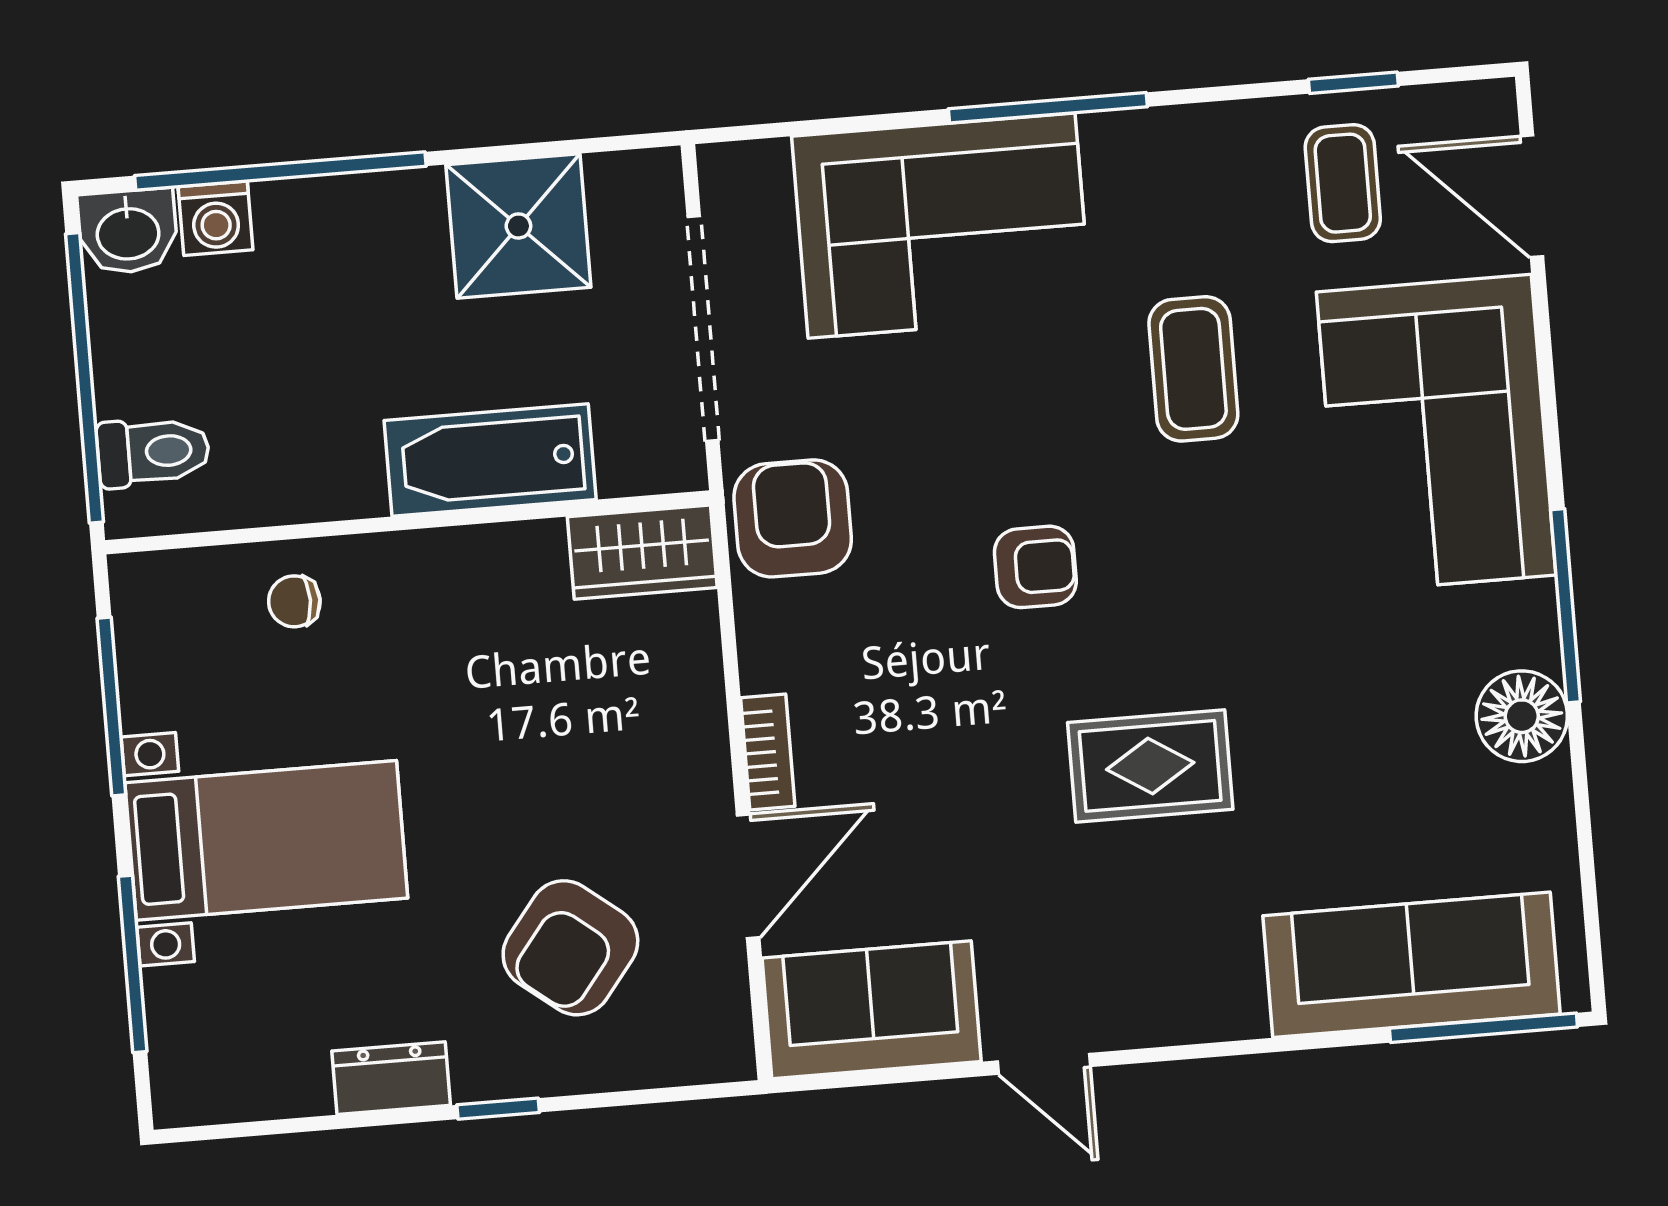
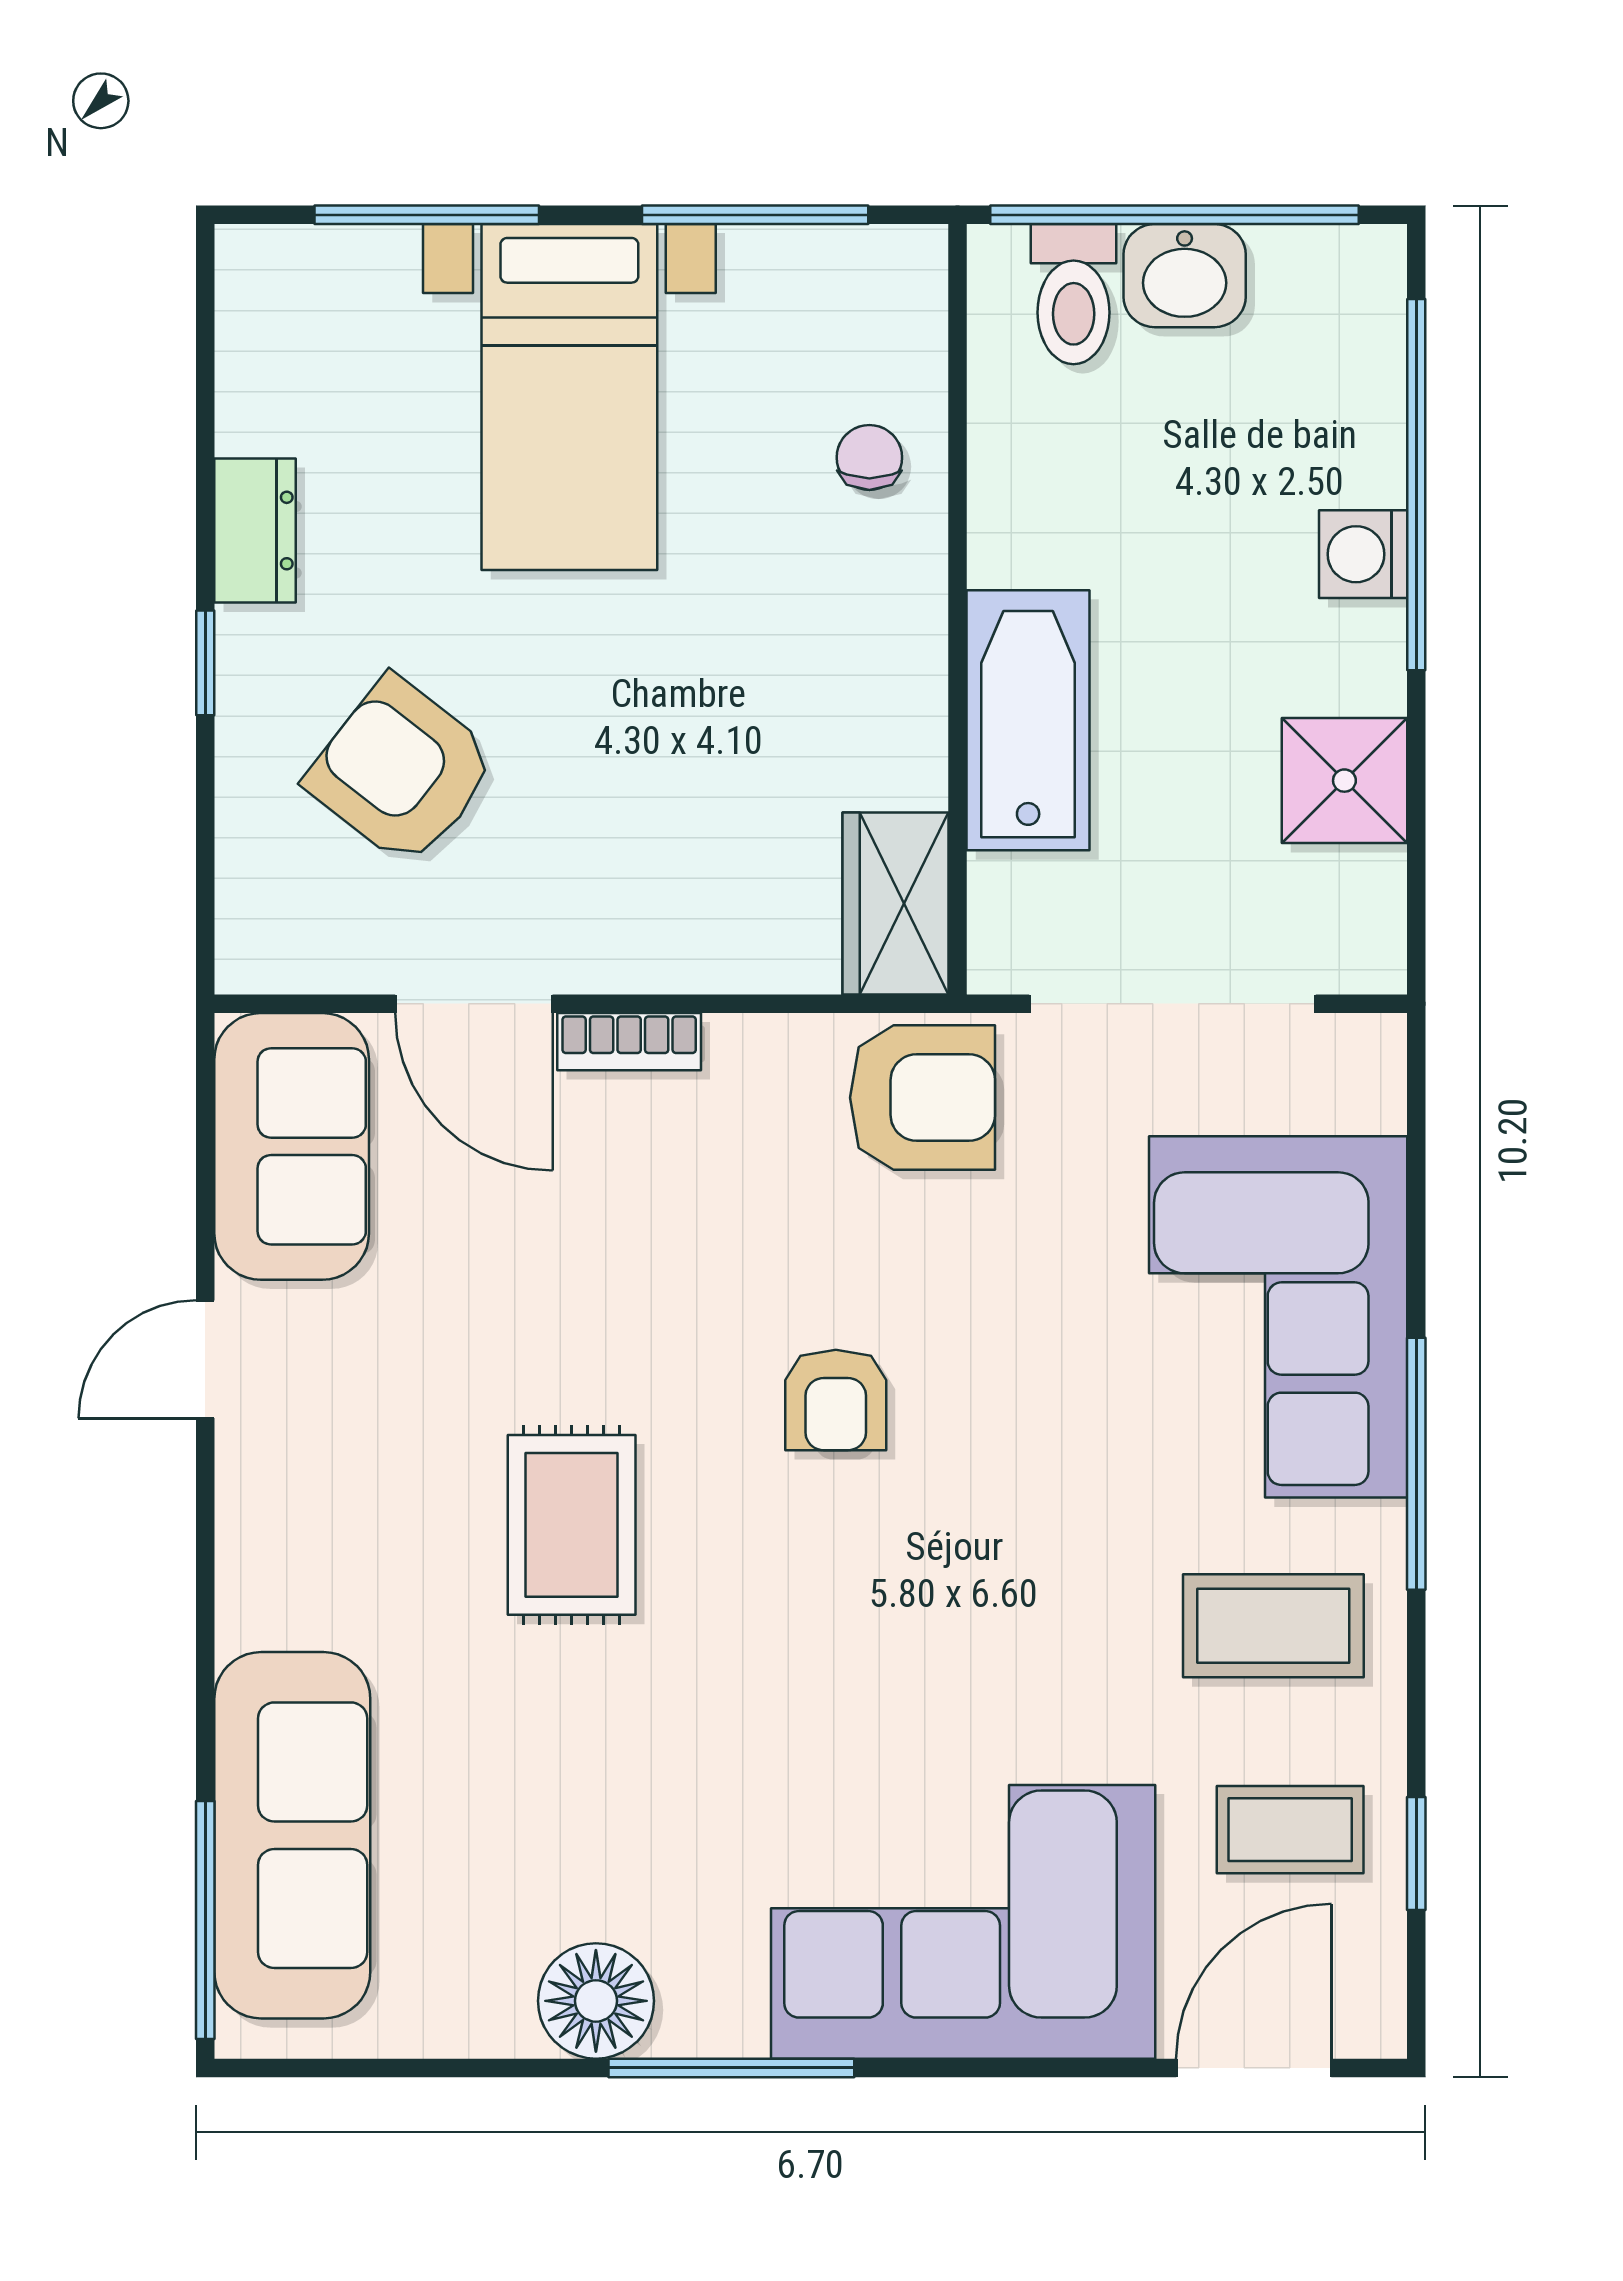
washing machine: (215, 218) -> (1363, 554), moved
shower: (518, 226) -> (1344, 781), width x0.73, depth x0.73
washbasin: (128, 231) -> (1185, 276), moved, turned -90
coffee table: (1193, 369) -> (1273, 1626), moved

